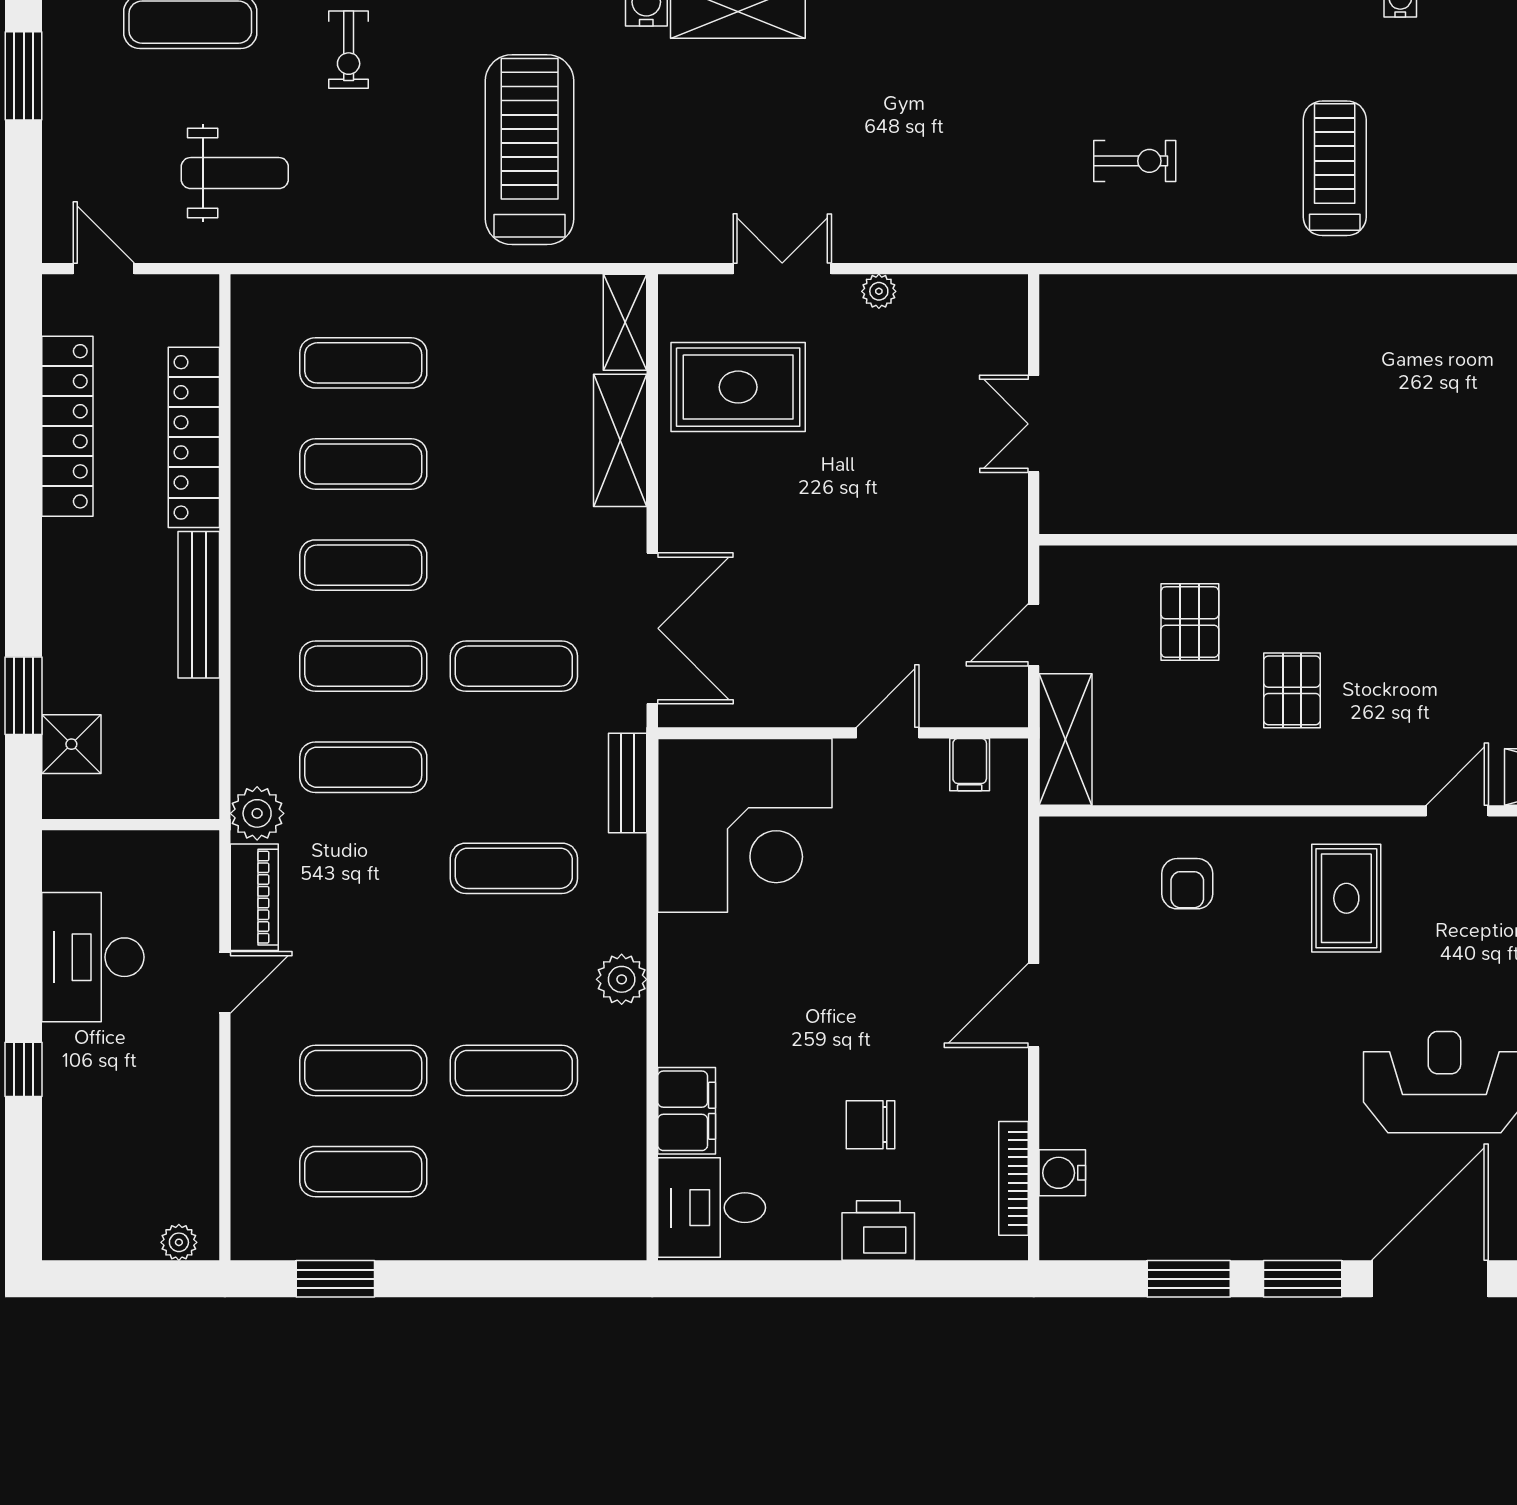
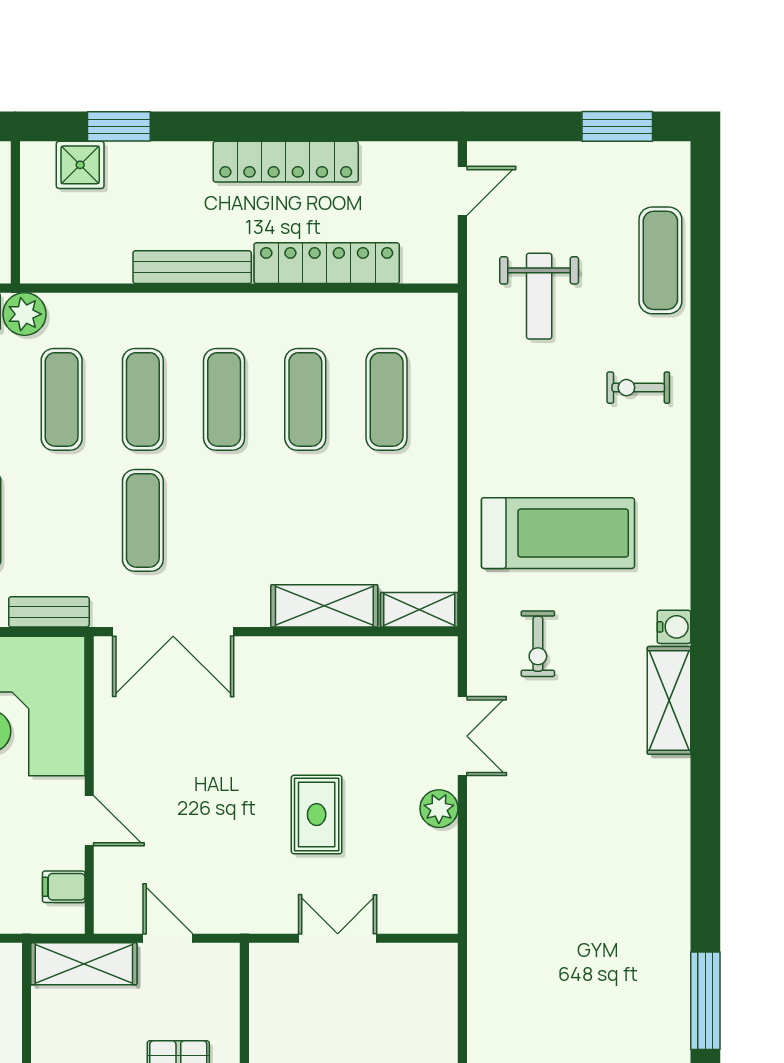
exercise bike: (1135, 161) -> (538, 644), moved
plant: (879, 291) -> (439, 809), width x1.38, depth x1.38
rug: (738, 387) -> (317, 815), moved, width x0.73, depth x0.70
locker: (67, 426) -> (286, 162), moved

